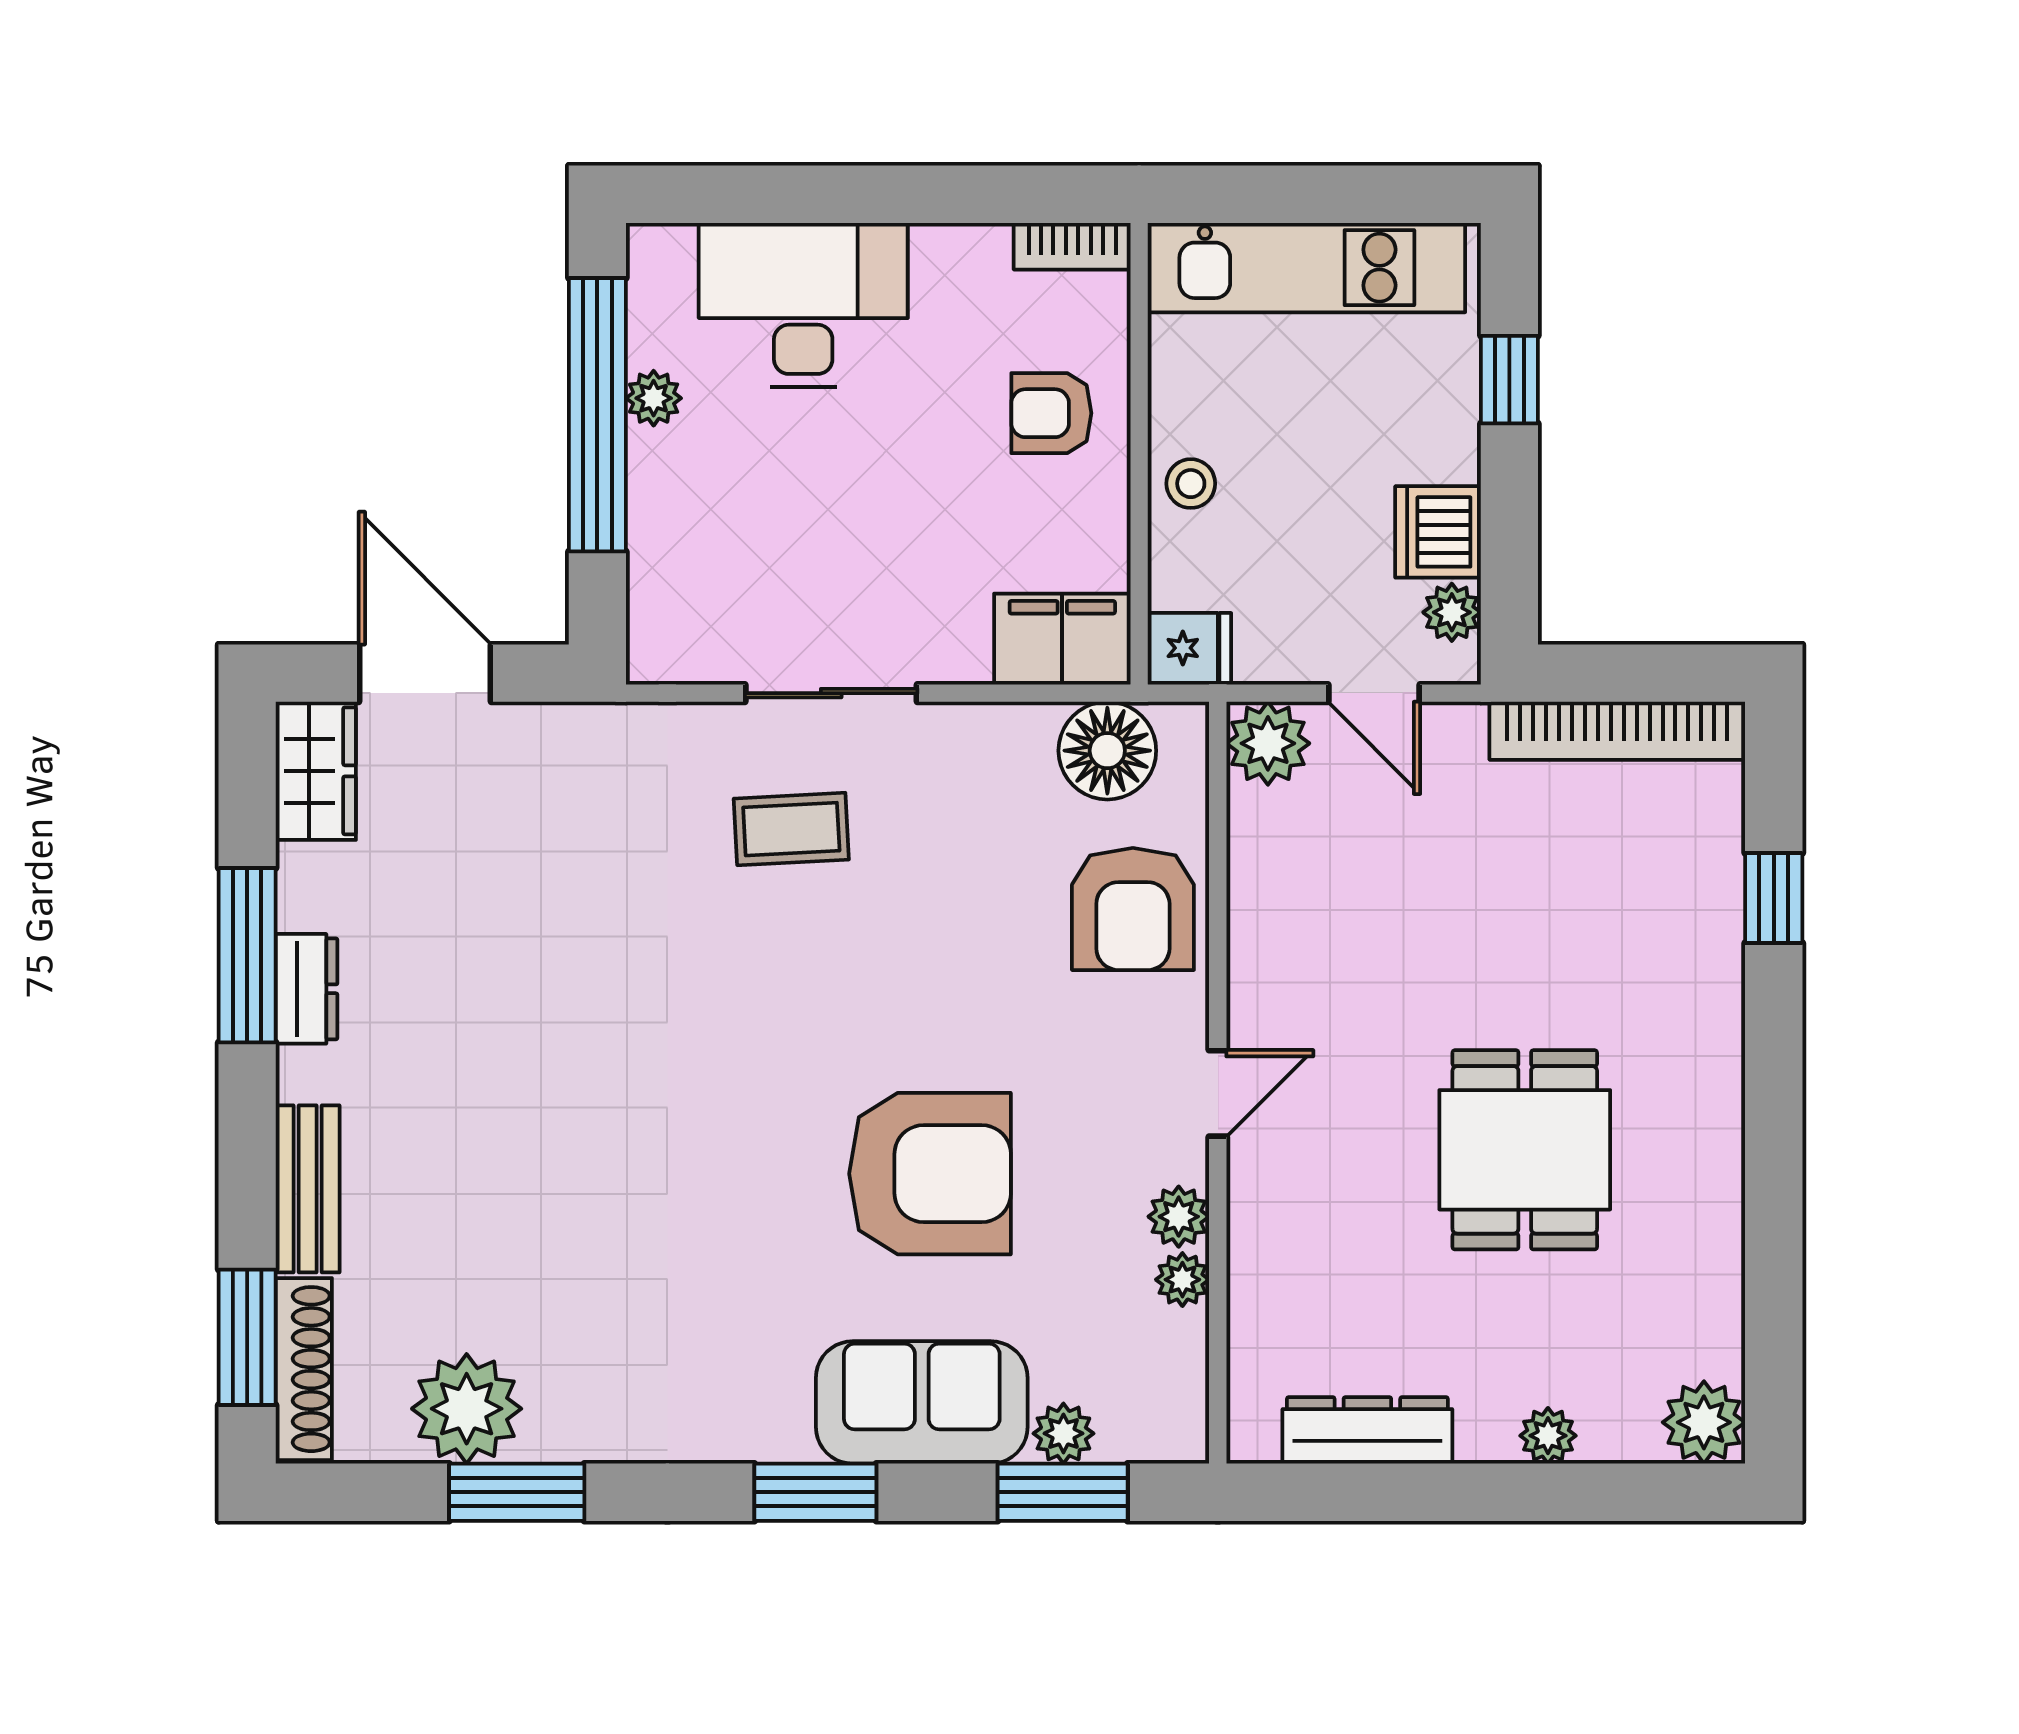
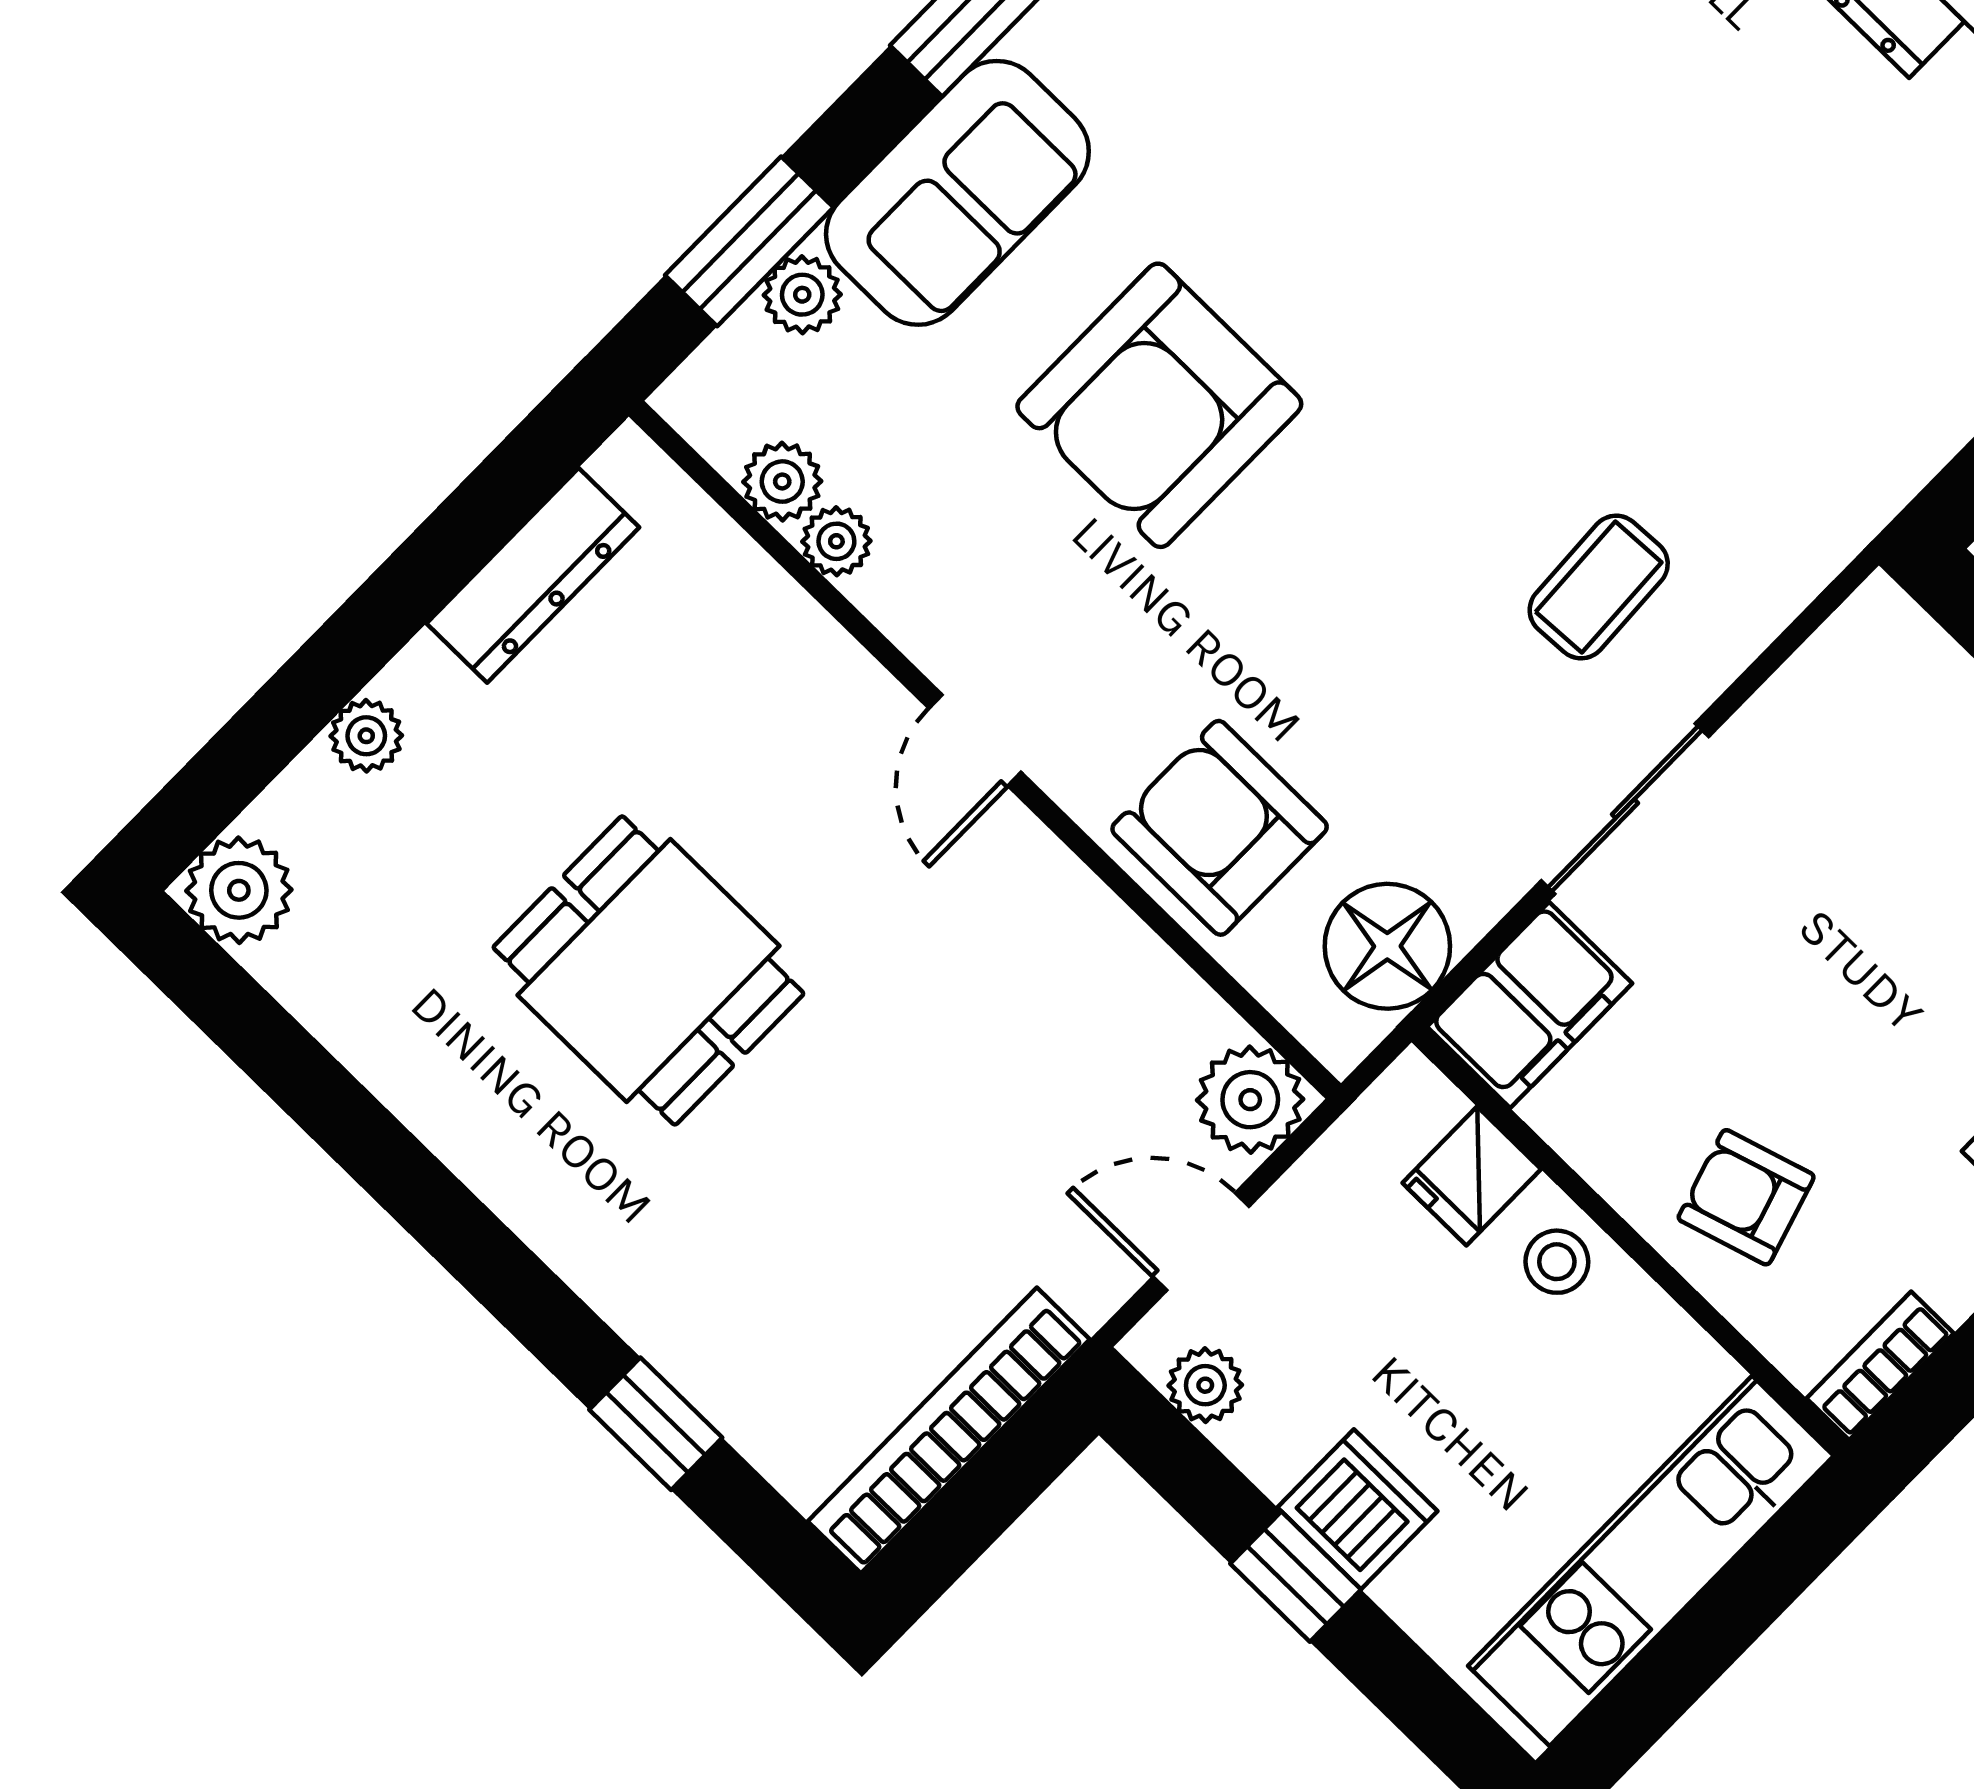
window: (1509, 380) -> (1296, 1577), moved
armchair: (1051, 413) -> (1746, 1197), turned -107
dishwasher: (1438, 532) -> (1357, 1509), moved
fridge: (1189, 648) -> (1472, 1176), moved
sliding door: (831, 693) -> (1625, 809), moved
plant: (1179, 1217) -> (782, 482), moved

